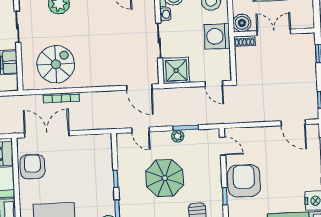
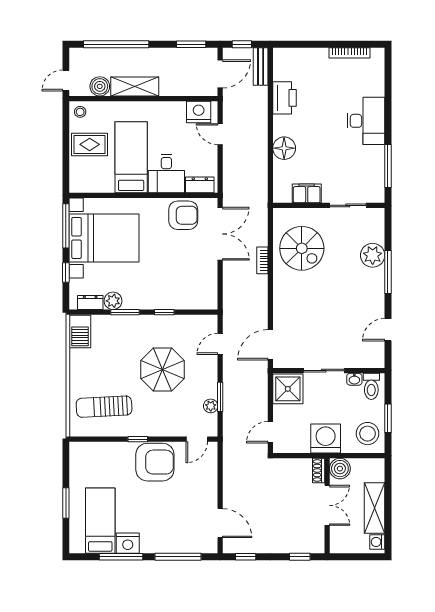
bookcase: (61, 98) -> (262, 260), width x0.64
door: (293, 123) -> (220, 523), swing flipped
plant: (178, 136) -> (211, 406), moved

